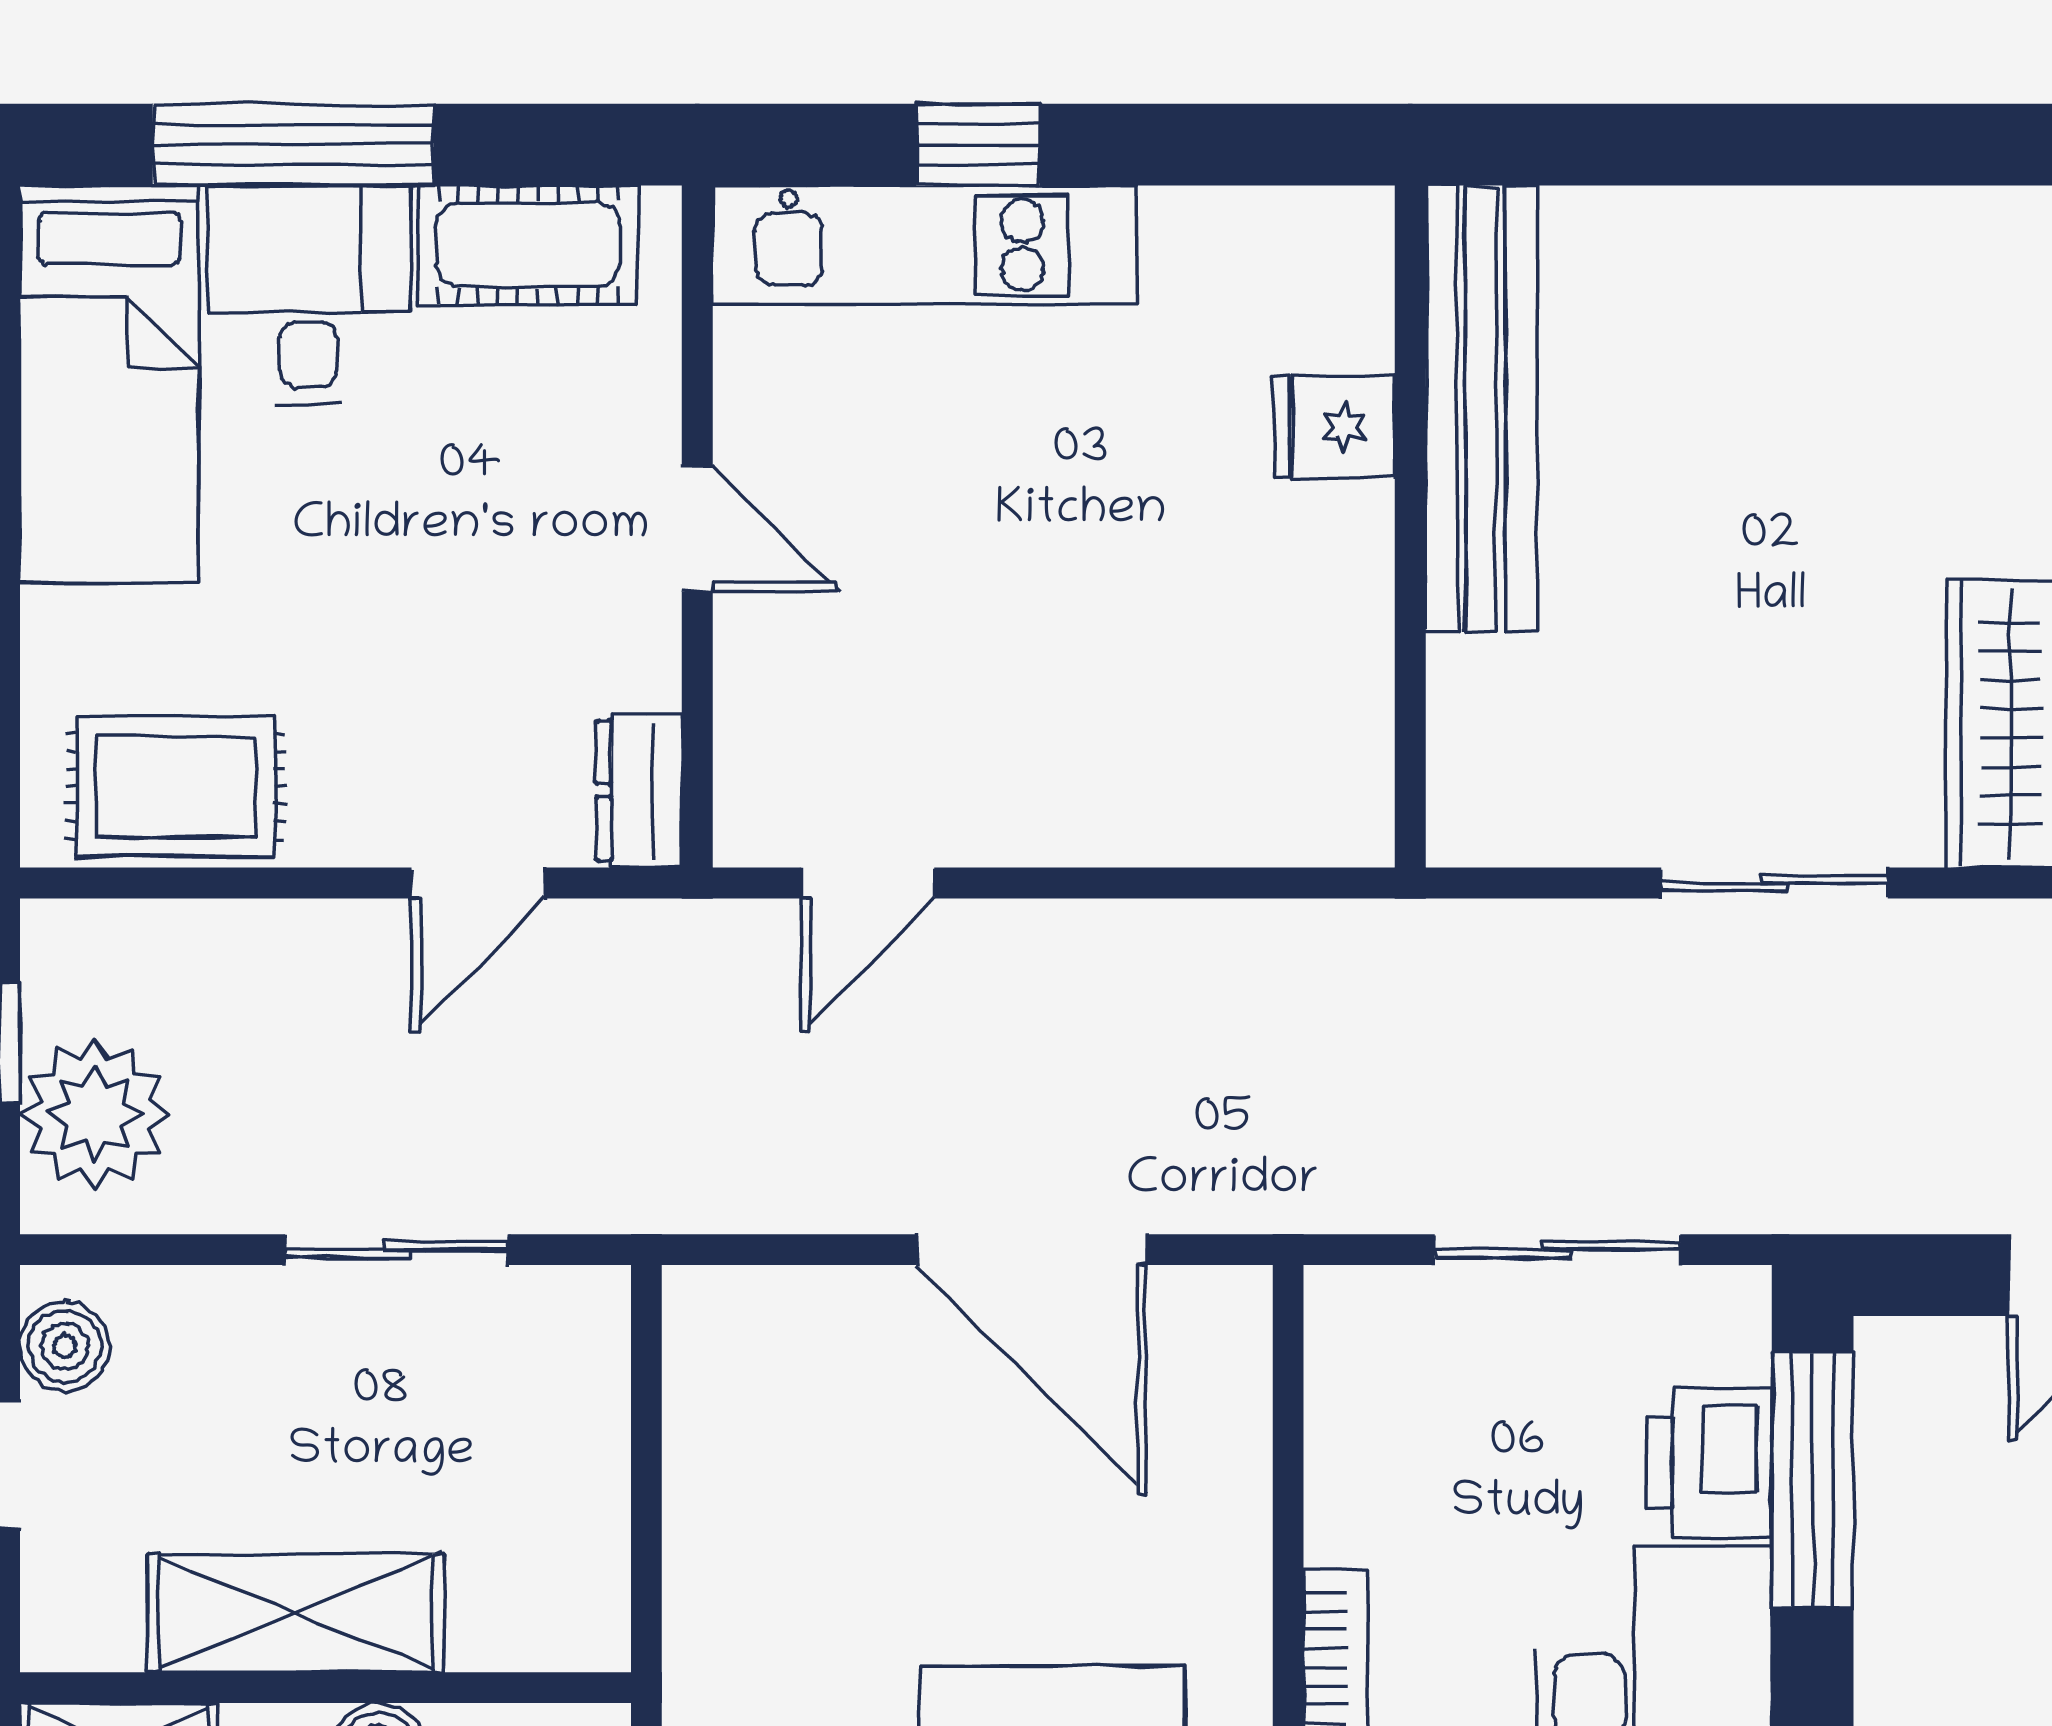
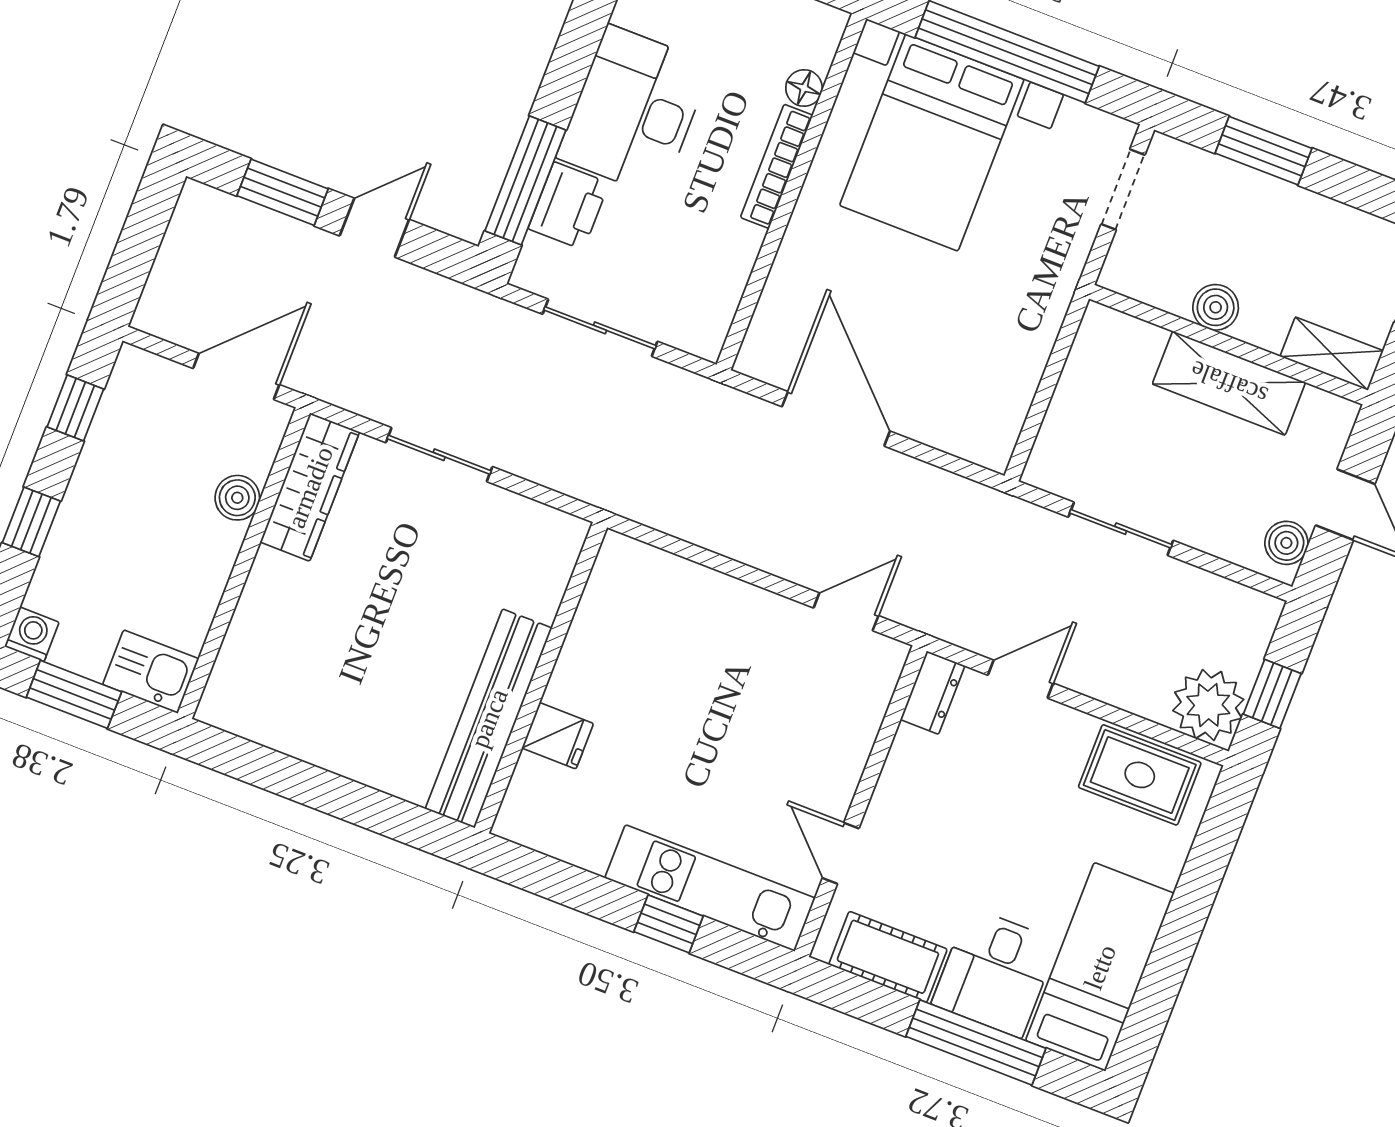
door: (697, 529) -> (841, 853), moved
plant: (95, 1114) -> (1208, 705), moved

